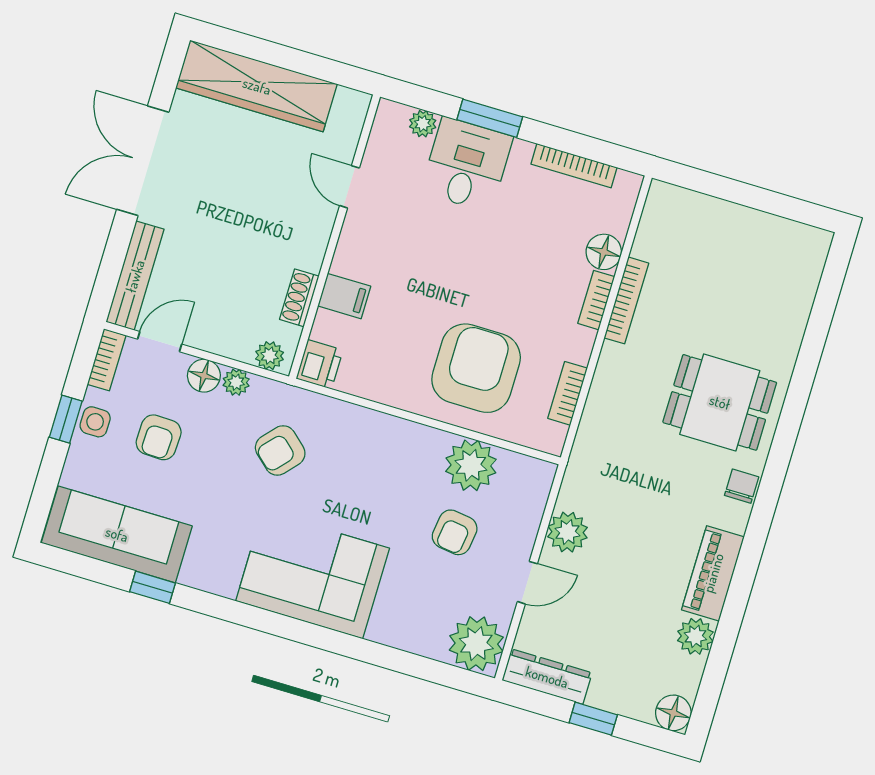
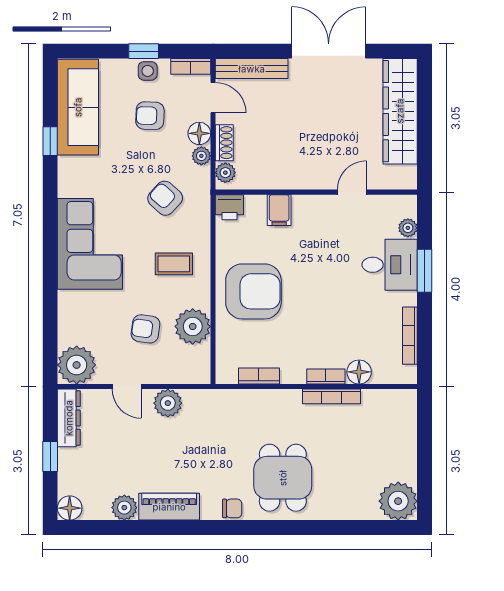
plant: (800, 251) -> (398, 501), added
shoe rack: (299, 298) -> (224, 143), moved, turned 90
armchair: (476, 368) -> (253, 291), moved
coffee table: (376, 466) -> (174, 264), added

